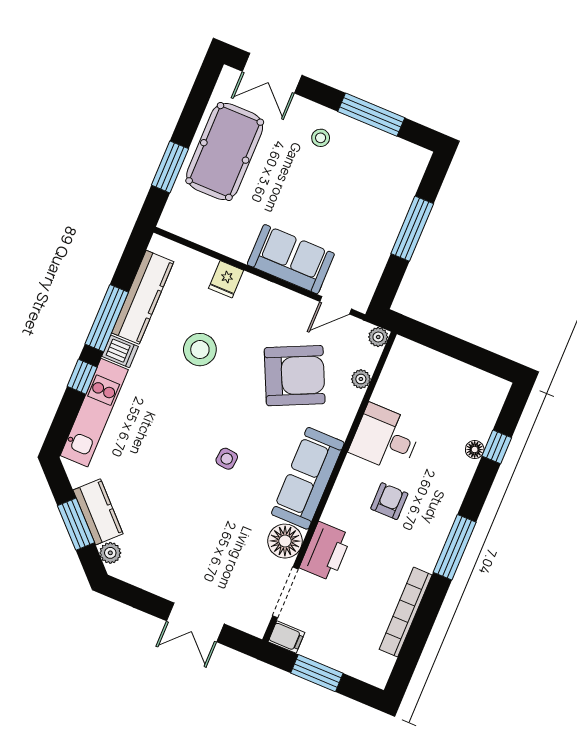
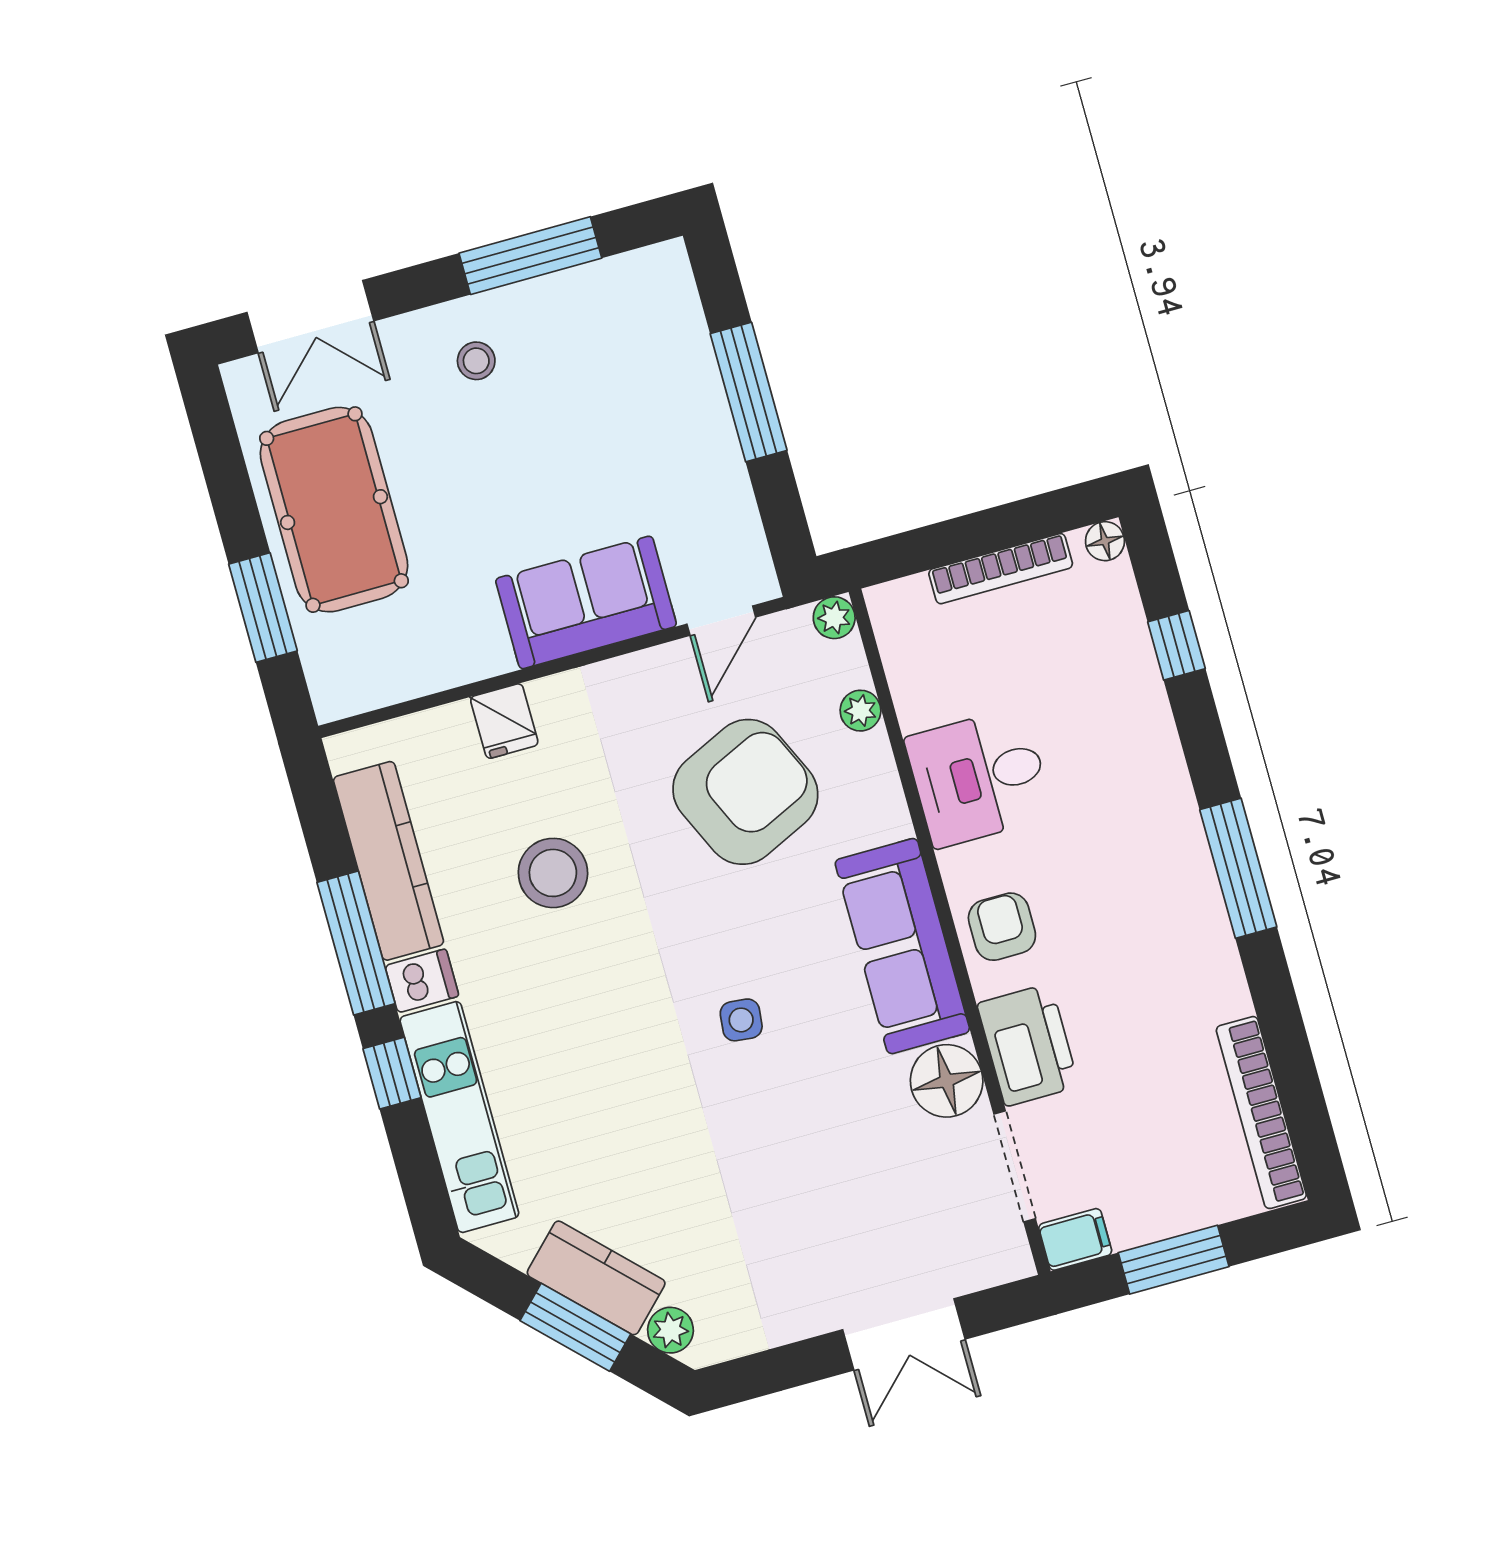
bookcase: (454, 367) -> (1001, 569), added
floor lamp: (475, 450) -> (1105, 541), moved
armchair: (389, 501) -> (1002, 927), moved
bookcase: (406, 612) -> (1261, 1113), moved

